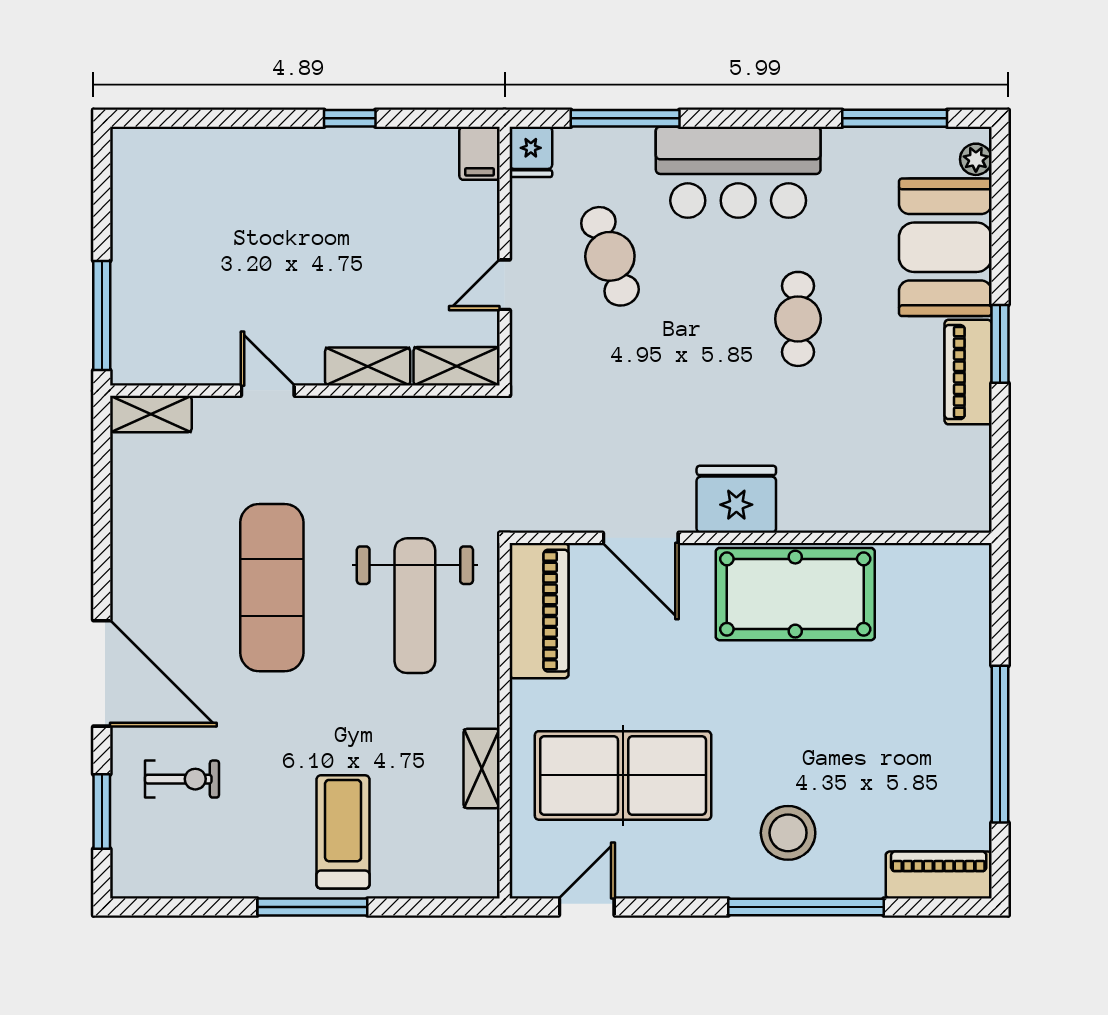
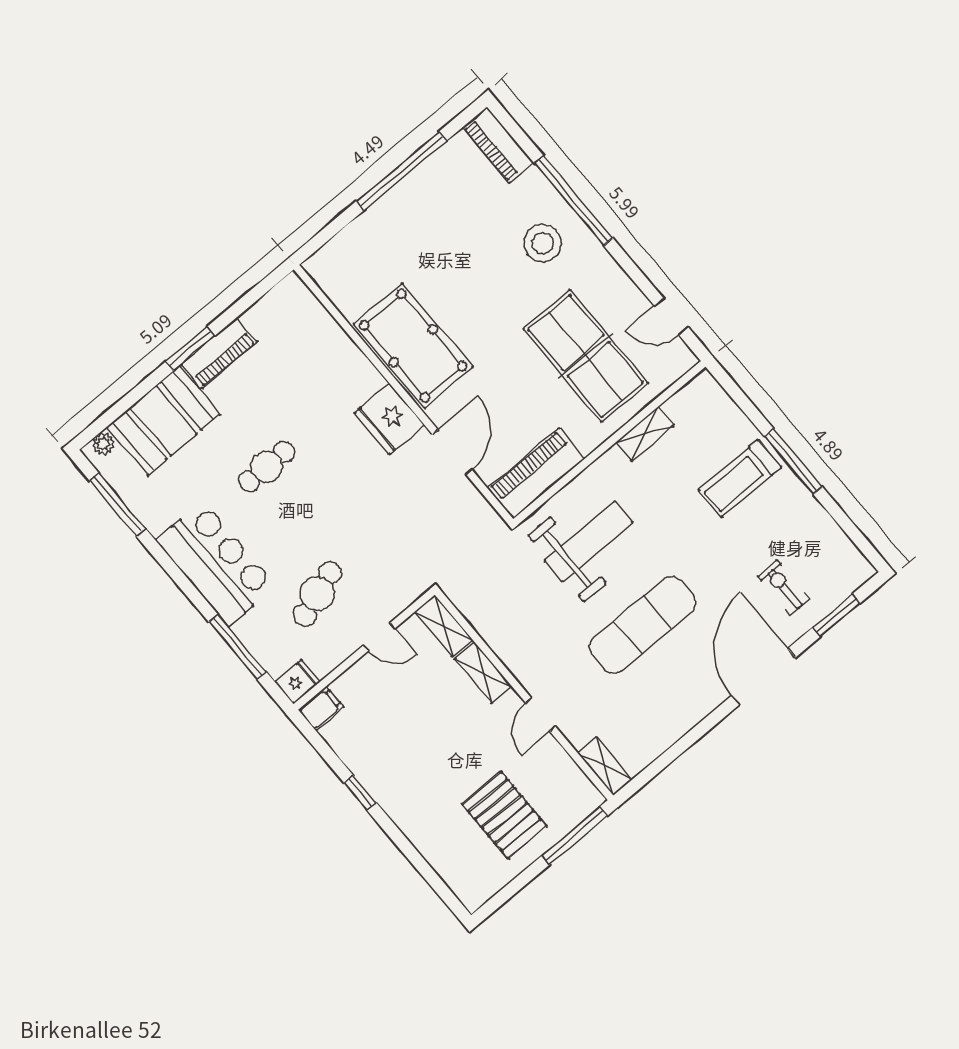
pallet: (190, 257) -> (504, 815), added

